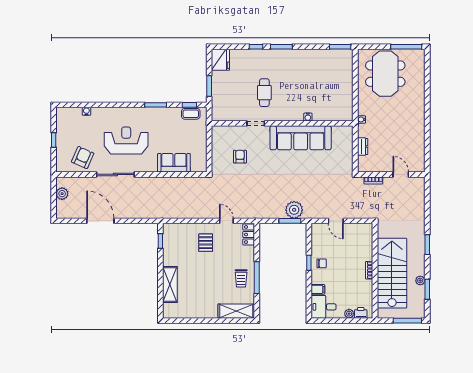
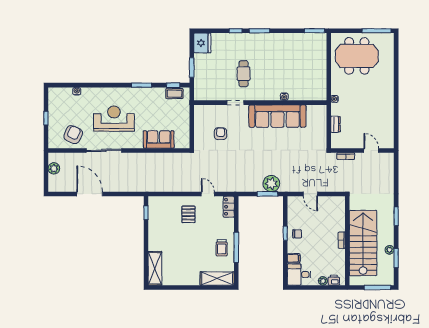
meeting table: (385, 74) -> (357, 56), turned 90
shelving: (170, 285) -> (155, 268), moved

